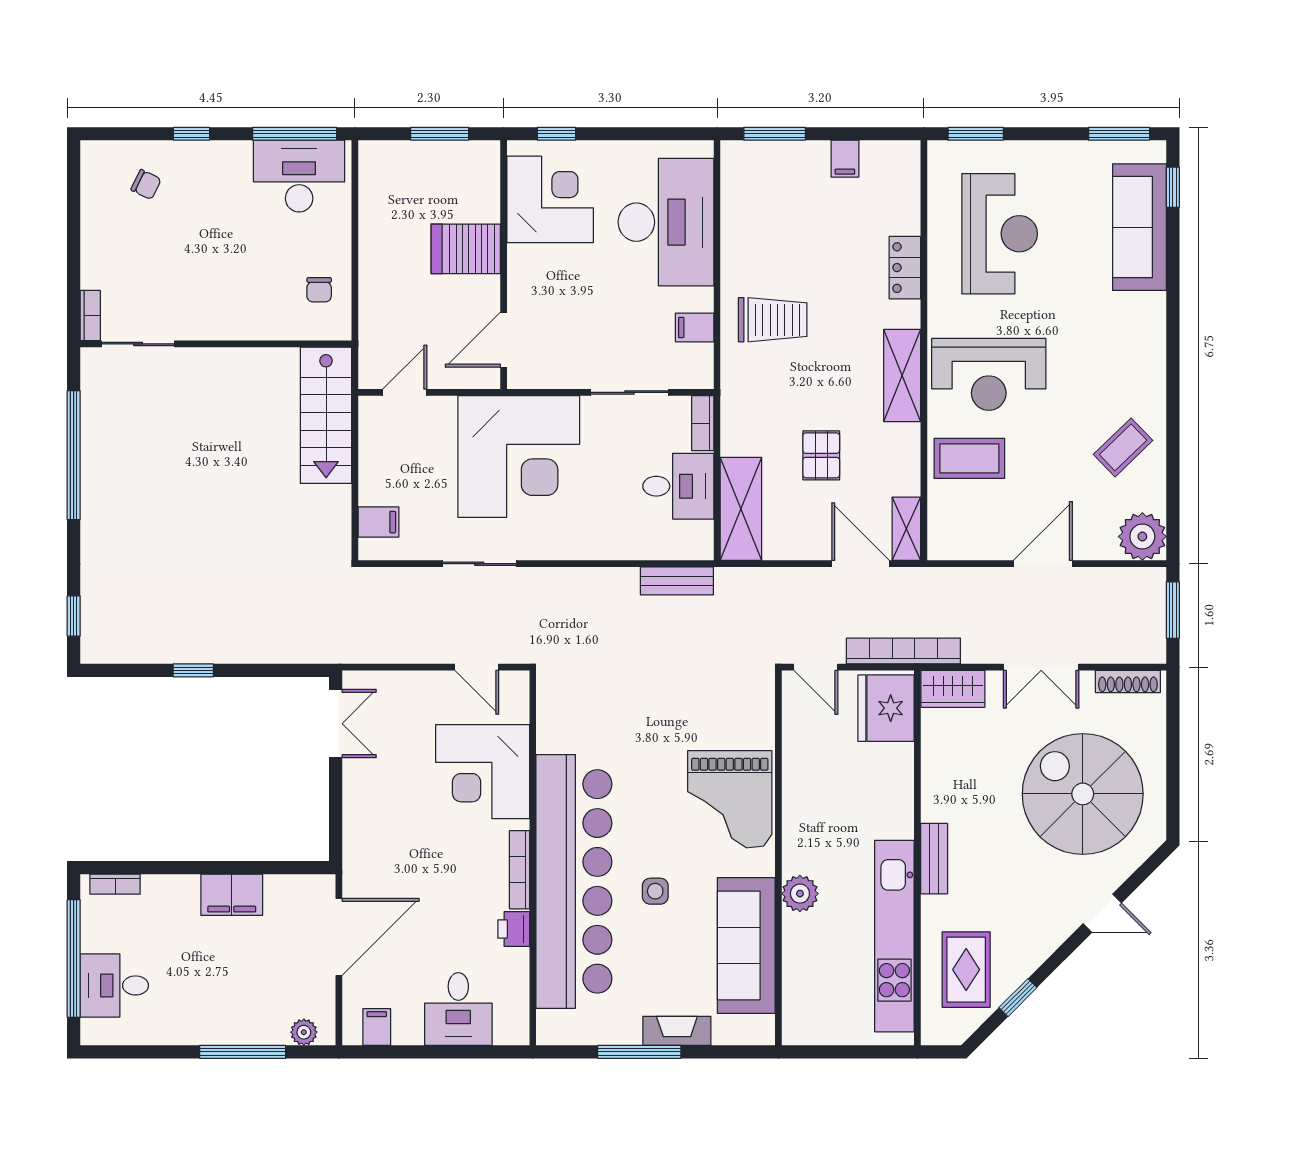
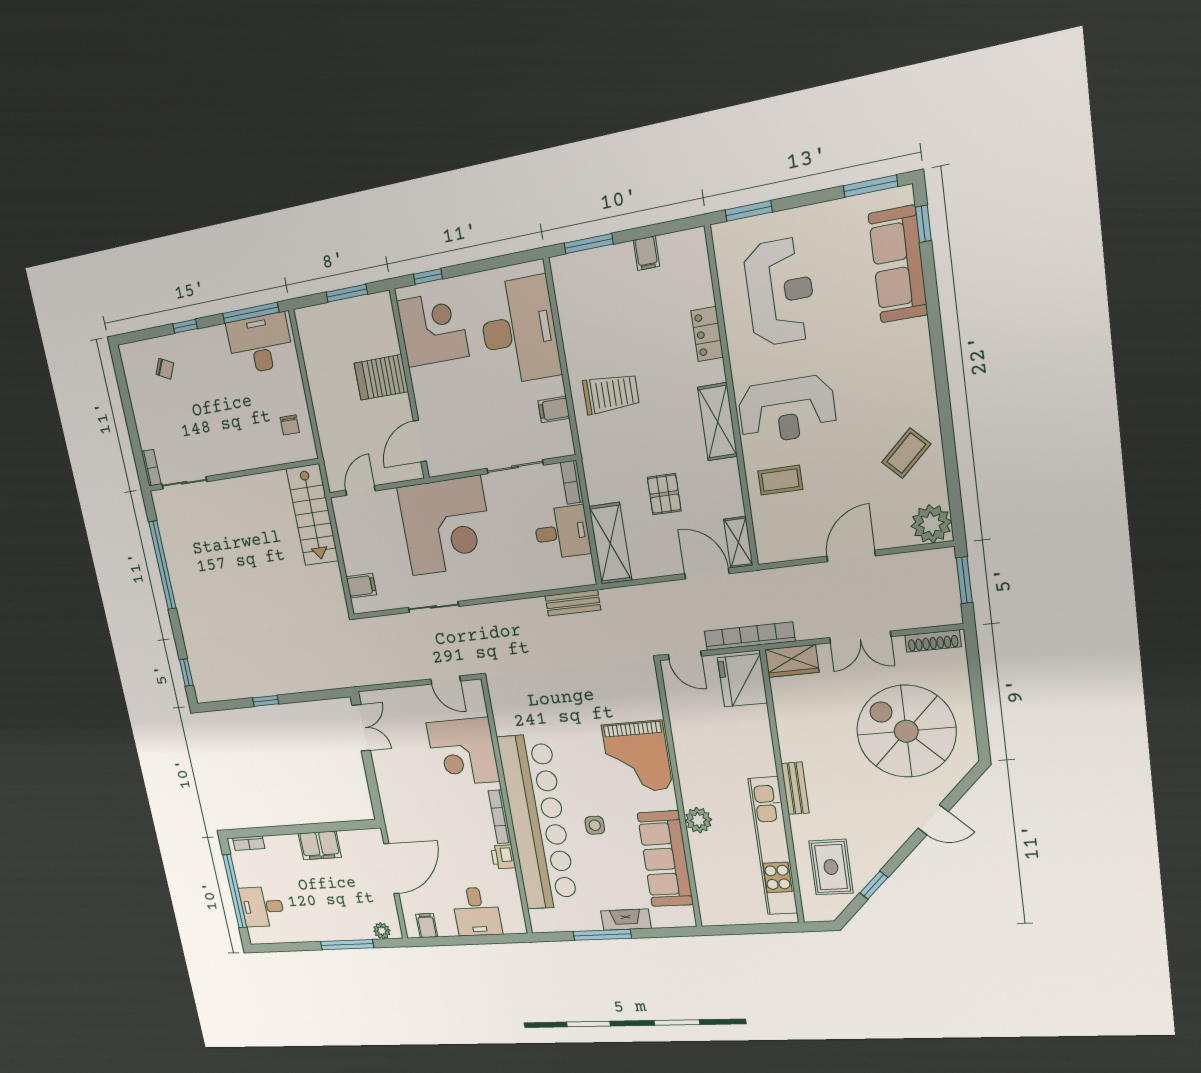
coffee table: (969, 458) -> (780, 480), width x0.73, depth x0.77

